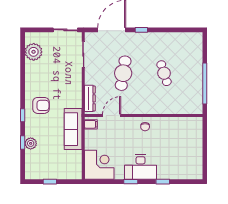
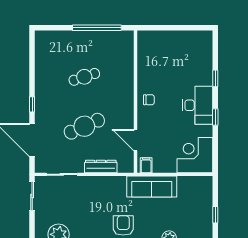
cafe table: (123, 73) -> (84, 126), turned -33
dresser: (90, 98) -> (101, 166), moved

